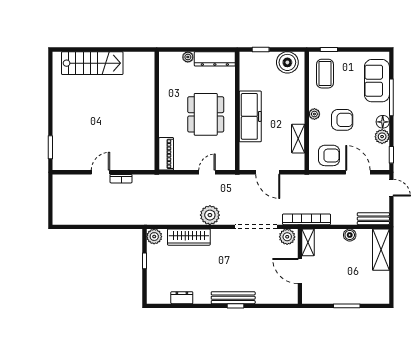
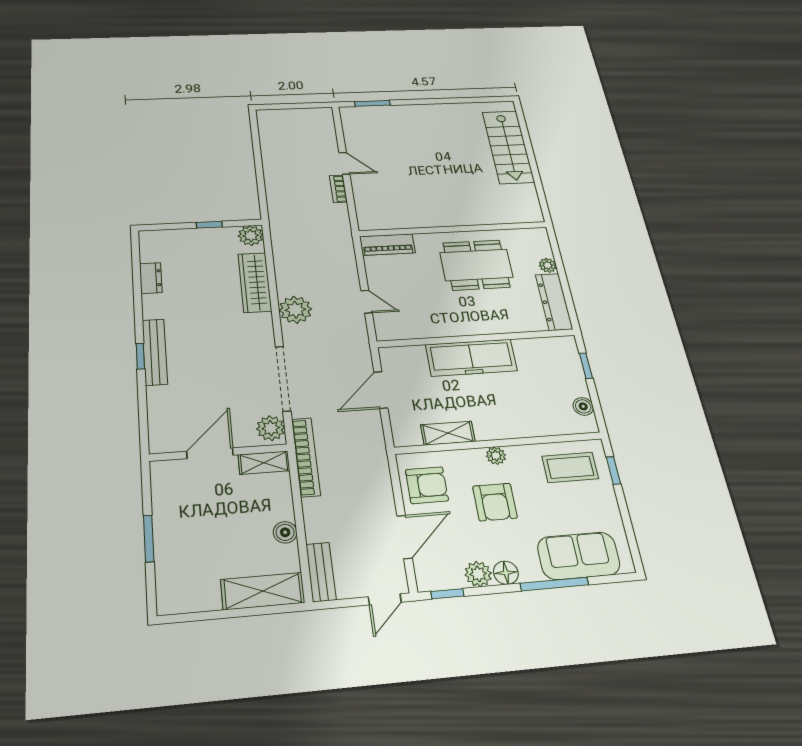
boiler: (287, 62) -> (583, 406), width x0.54, depth x0.54
dining table: (206, 114) -> (476, 265), moved
armchair: (329, 155) -> (427, 485), turned -90

